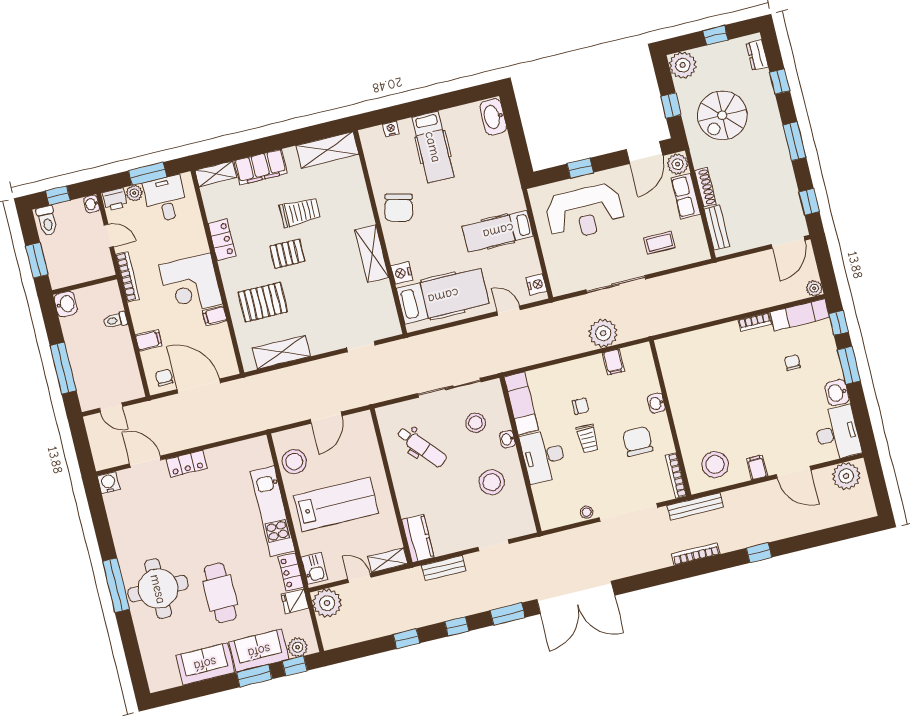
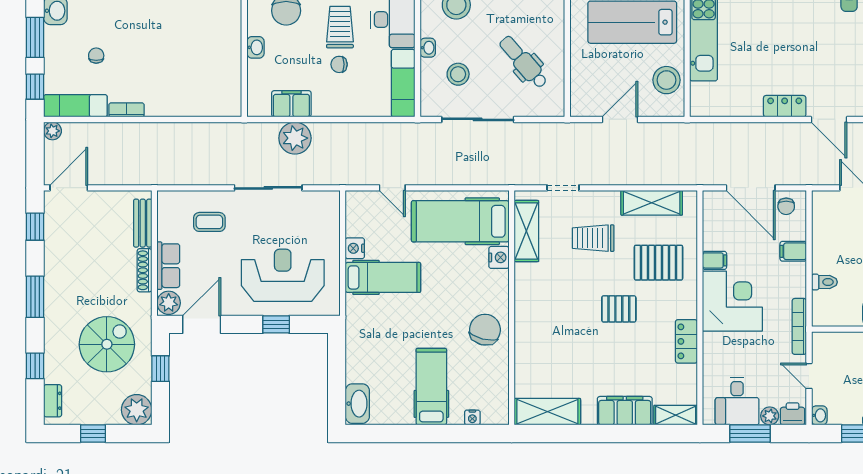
trolley: (300, 212) -> (593, 238), moved
shelving: (372, 254) -> (526, 231), moved
nightstand: (536, 284) -> (355, 248), moved
filing cabinet: (613, 362) -> (291, 104), width x2.00
chair: (792, 363) -> (96, 56), turned 180
trolley: (588, 438) -> (340, 27), width x1.36, depth x1.39

